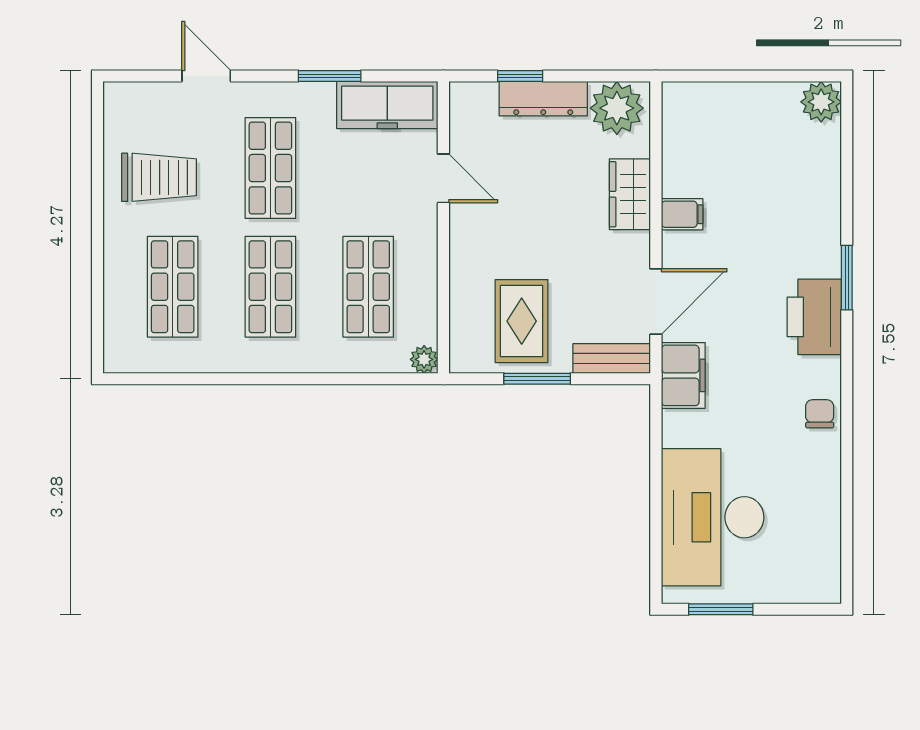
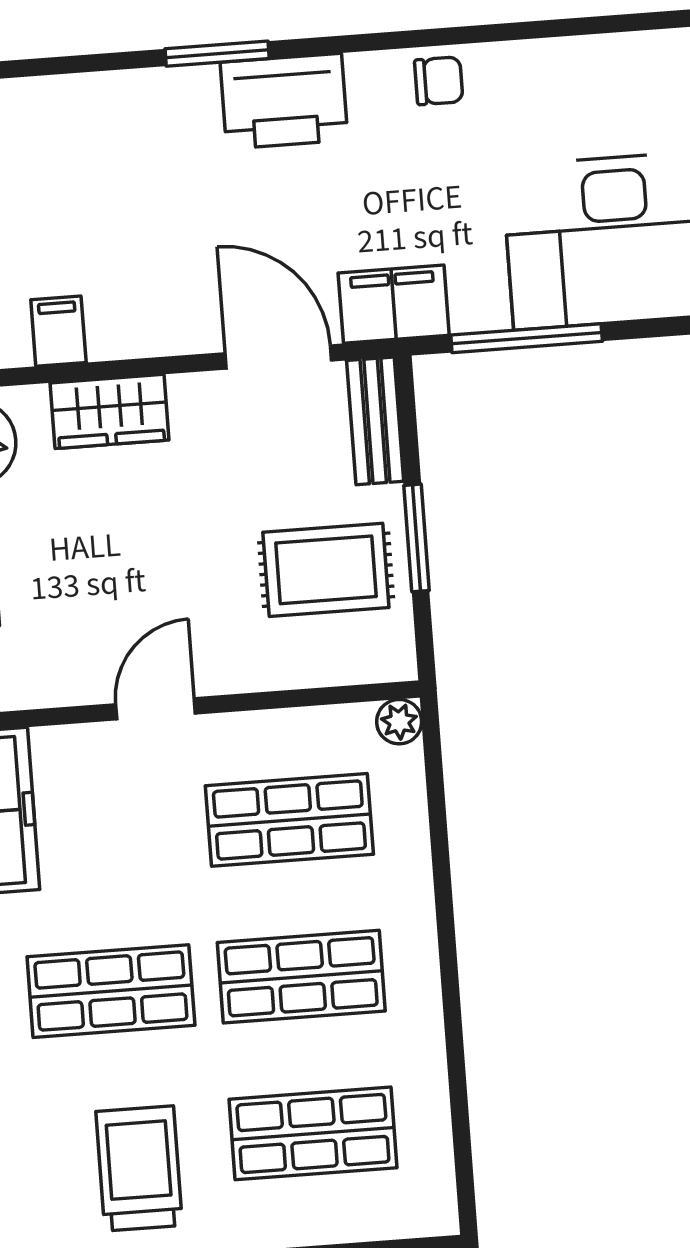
door: (443, 178) -> (156, 709), moved
filing cabinet: (682, 214) -> (58, 331), moved
chair: (820, 414) -> (439, 81), turned 180
window: (656, 456) -> (527, 338), added

